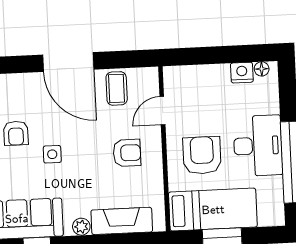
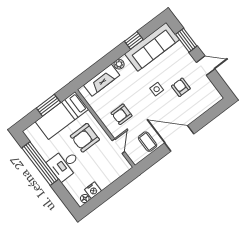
desk: (258, 146) -> (64, 164), width x0.73
armchair: (202, 155) -> (85, 138), turned 90

